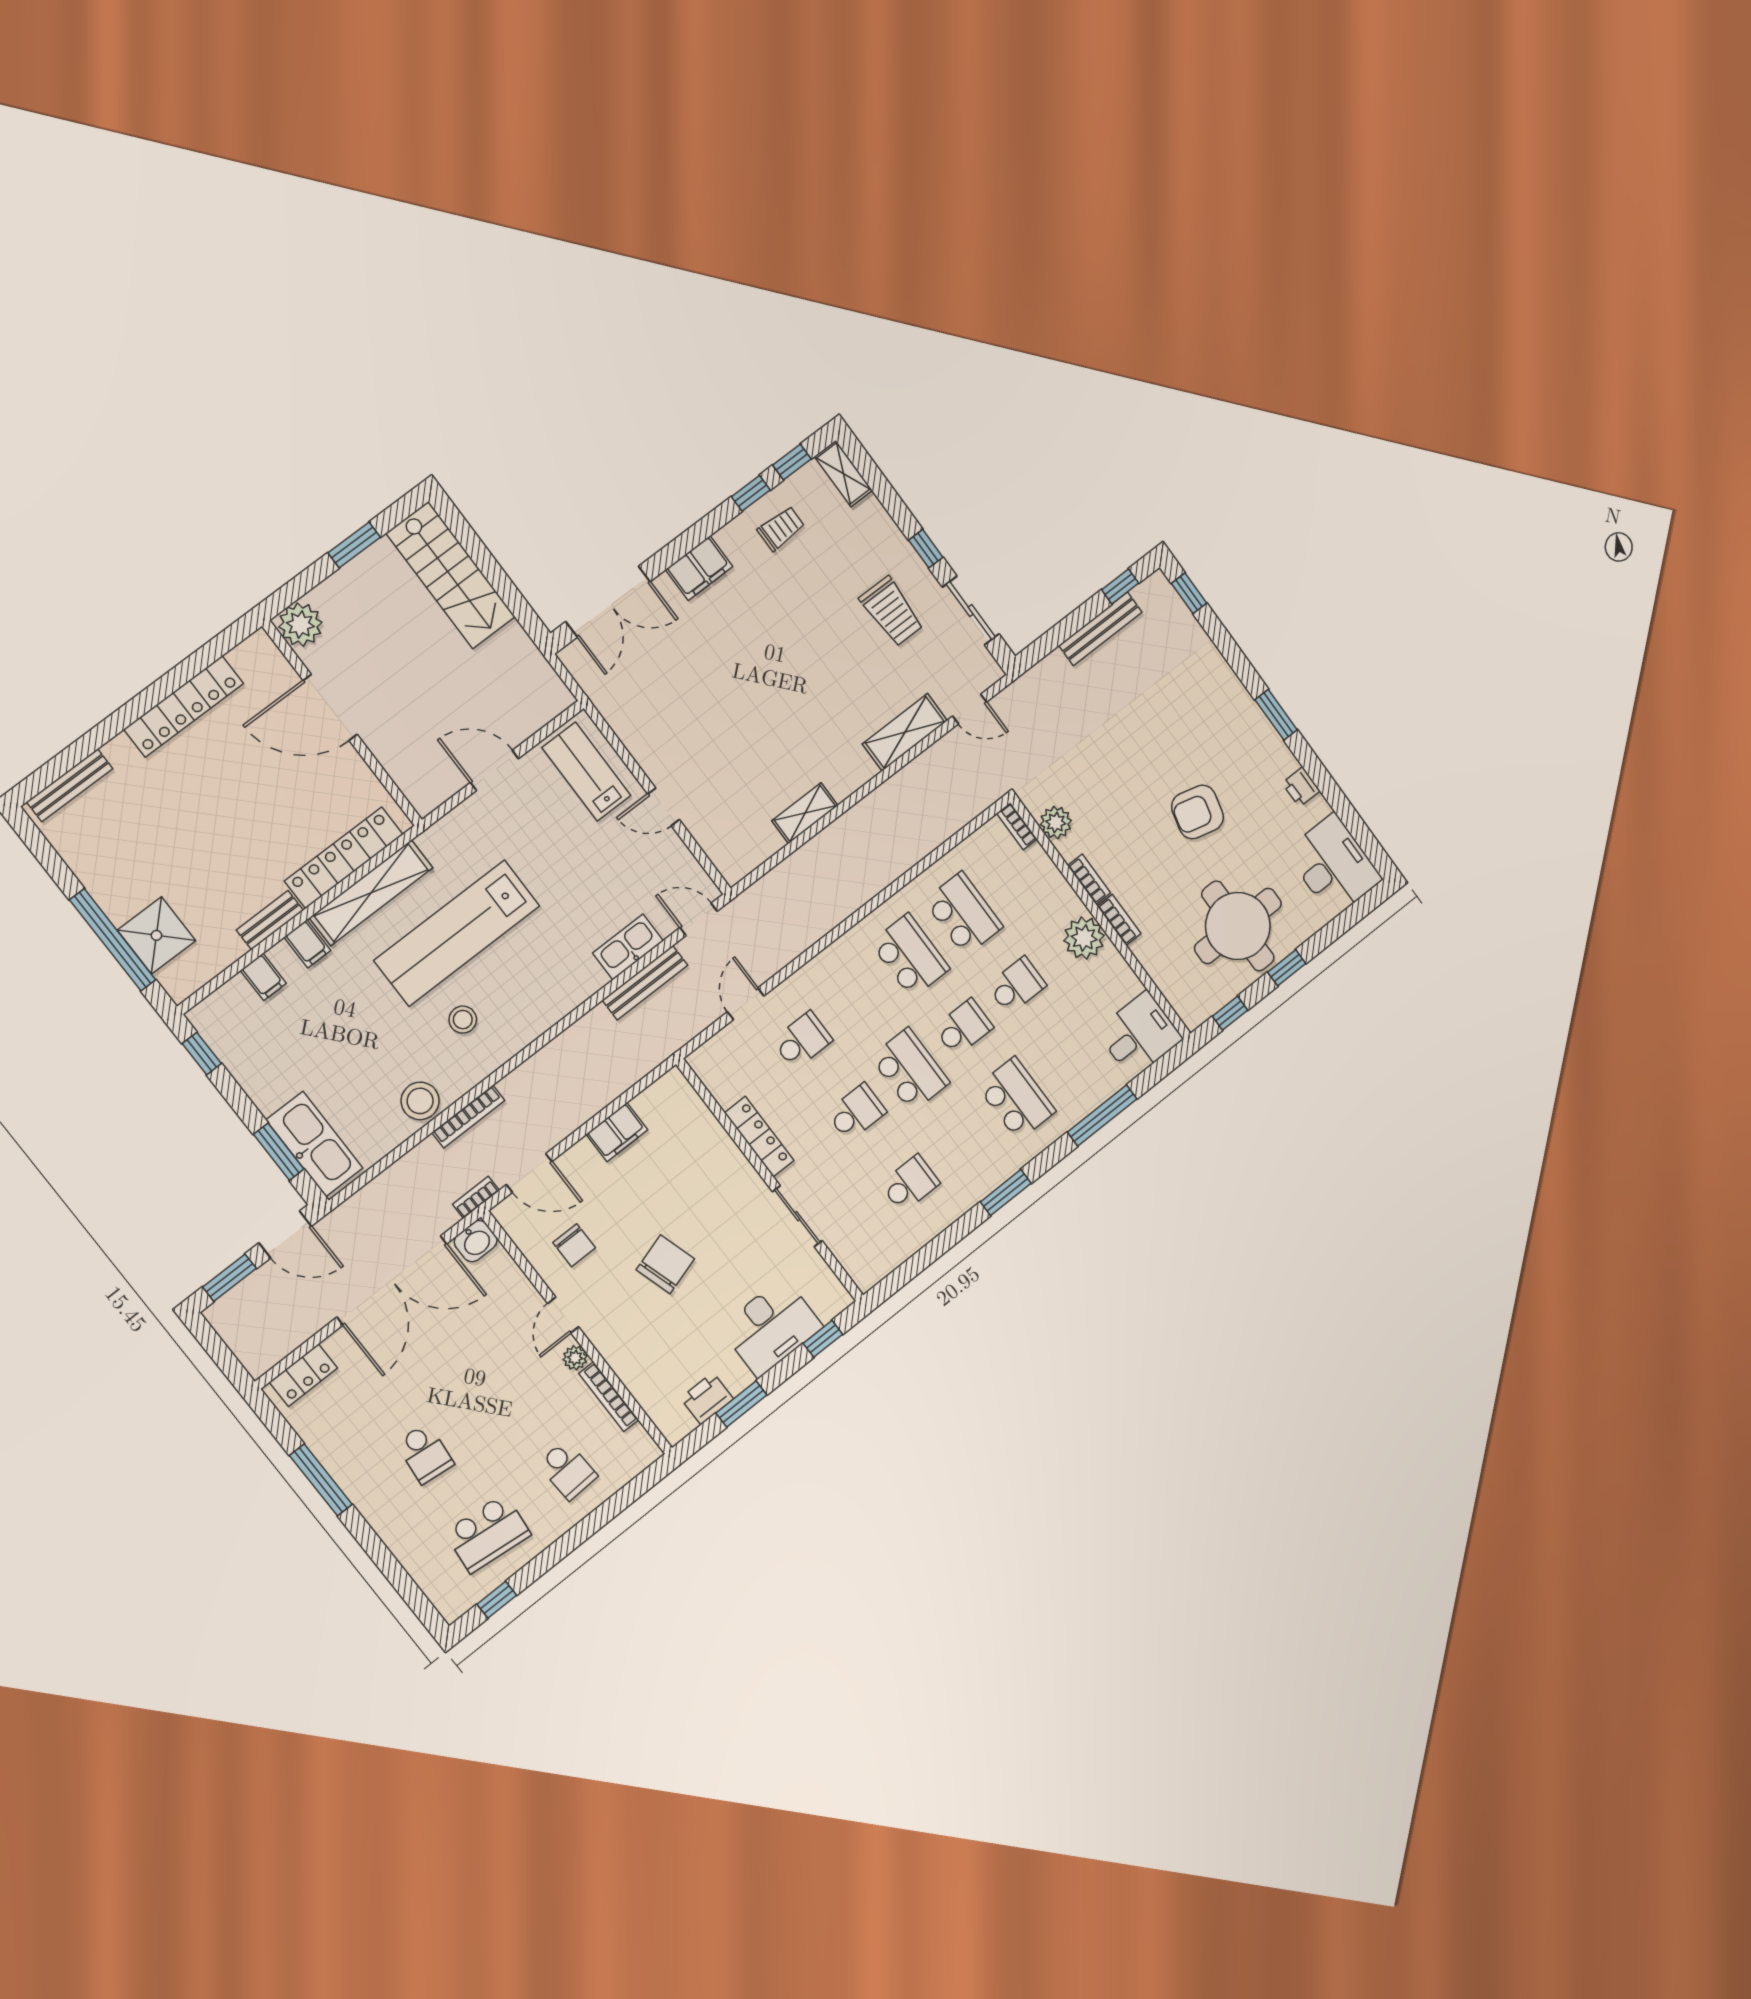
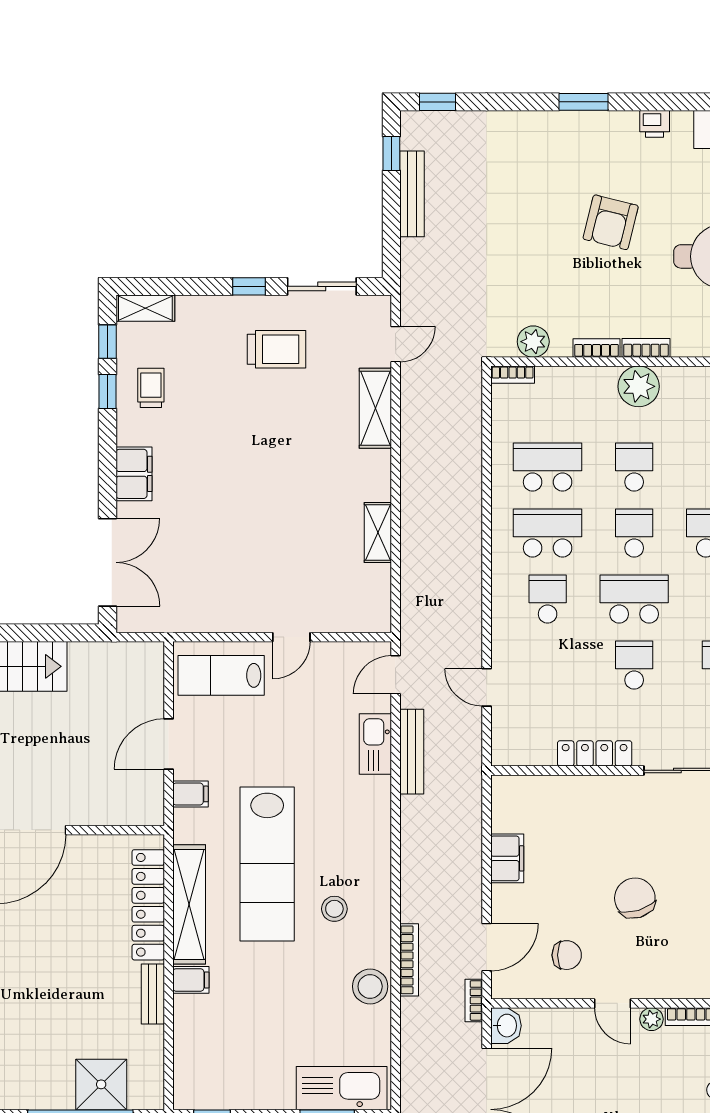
filing cabinet: (263, 977) -> (190, 794), moved
school desk: (802, 1040) -> (548, 599), moved

